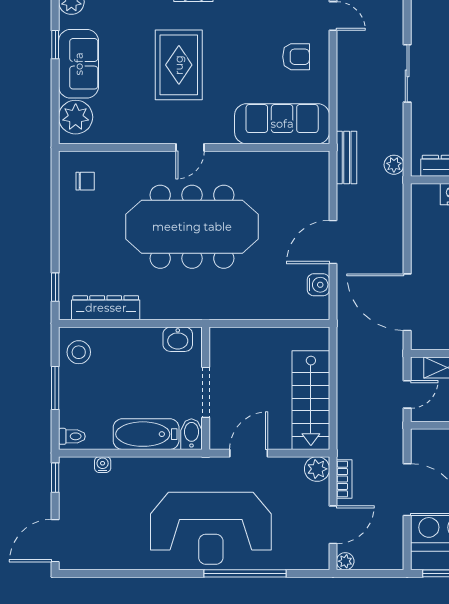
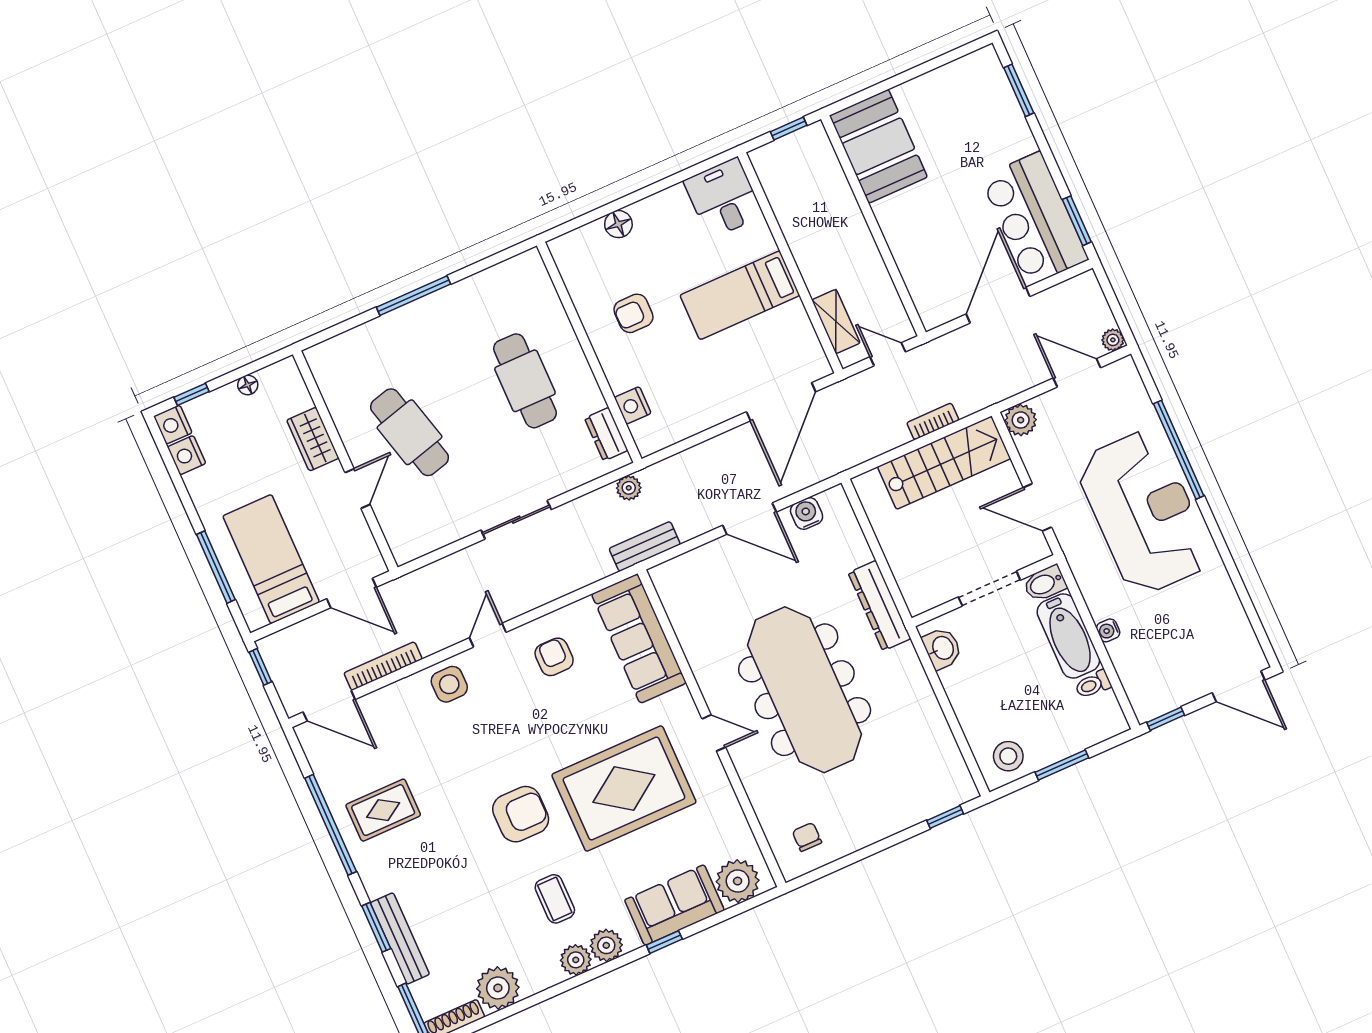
rug: (179, 65) -> (624, 789), width x1.37, depth x1.44
dresser: (106, 308) -> (880, 606), moved
toilet: (72, 436) -> (1093, 684), moved, turned -90
water cooler: (103, 465) -> (1108, 630), moved
bookcase: (344, 479) -> (933, 421), moved

